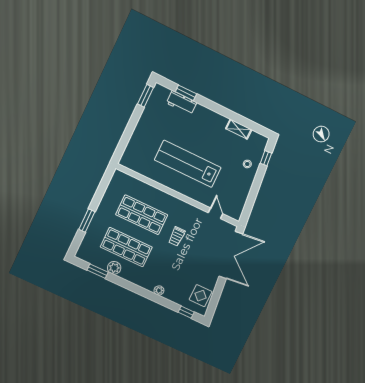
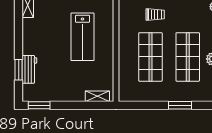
shelving: (129, 152) -> (97, 96), added
lab bench: (188, 164) -> (82, 37), width x0.73

